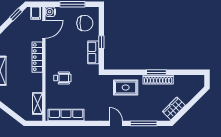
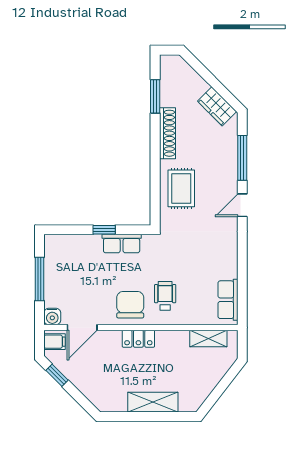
chair: (85, 23) -> (130, 305), moved
door: (44, 29) -> (82, 328), swing flipped
locker: (37, 57) -> (138, 339), width x0.66
window: (156, 72) -> (155, 96), moved
row of seats: (66, 115) -> (228, 300), width x0.68

